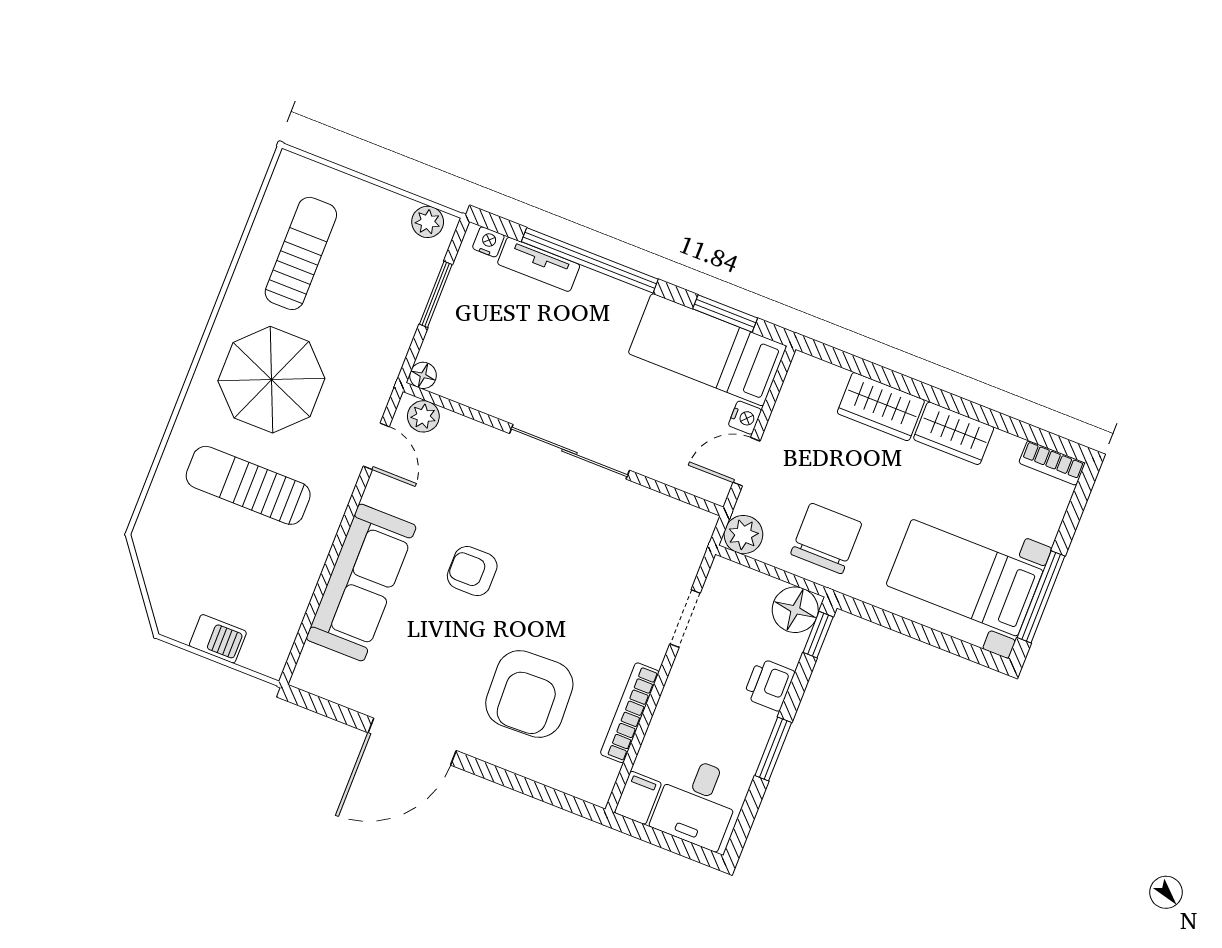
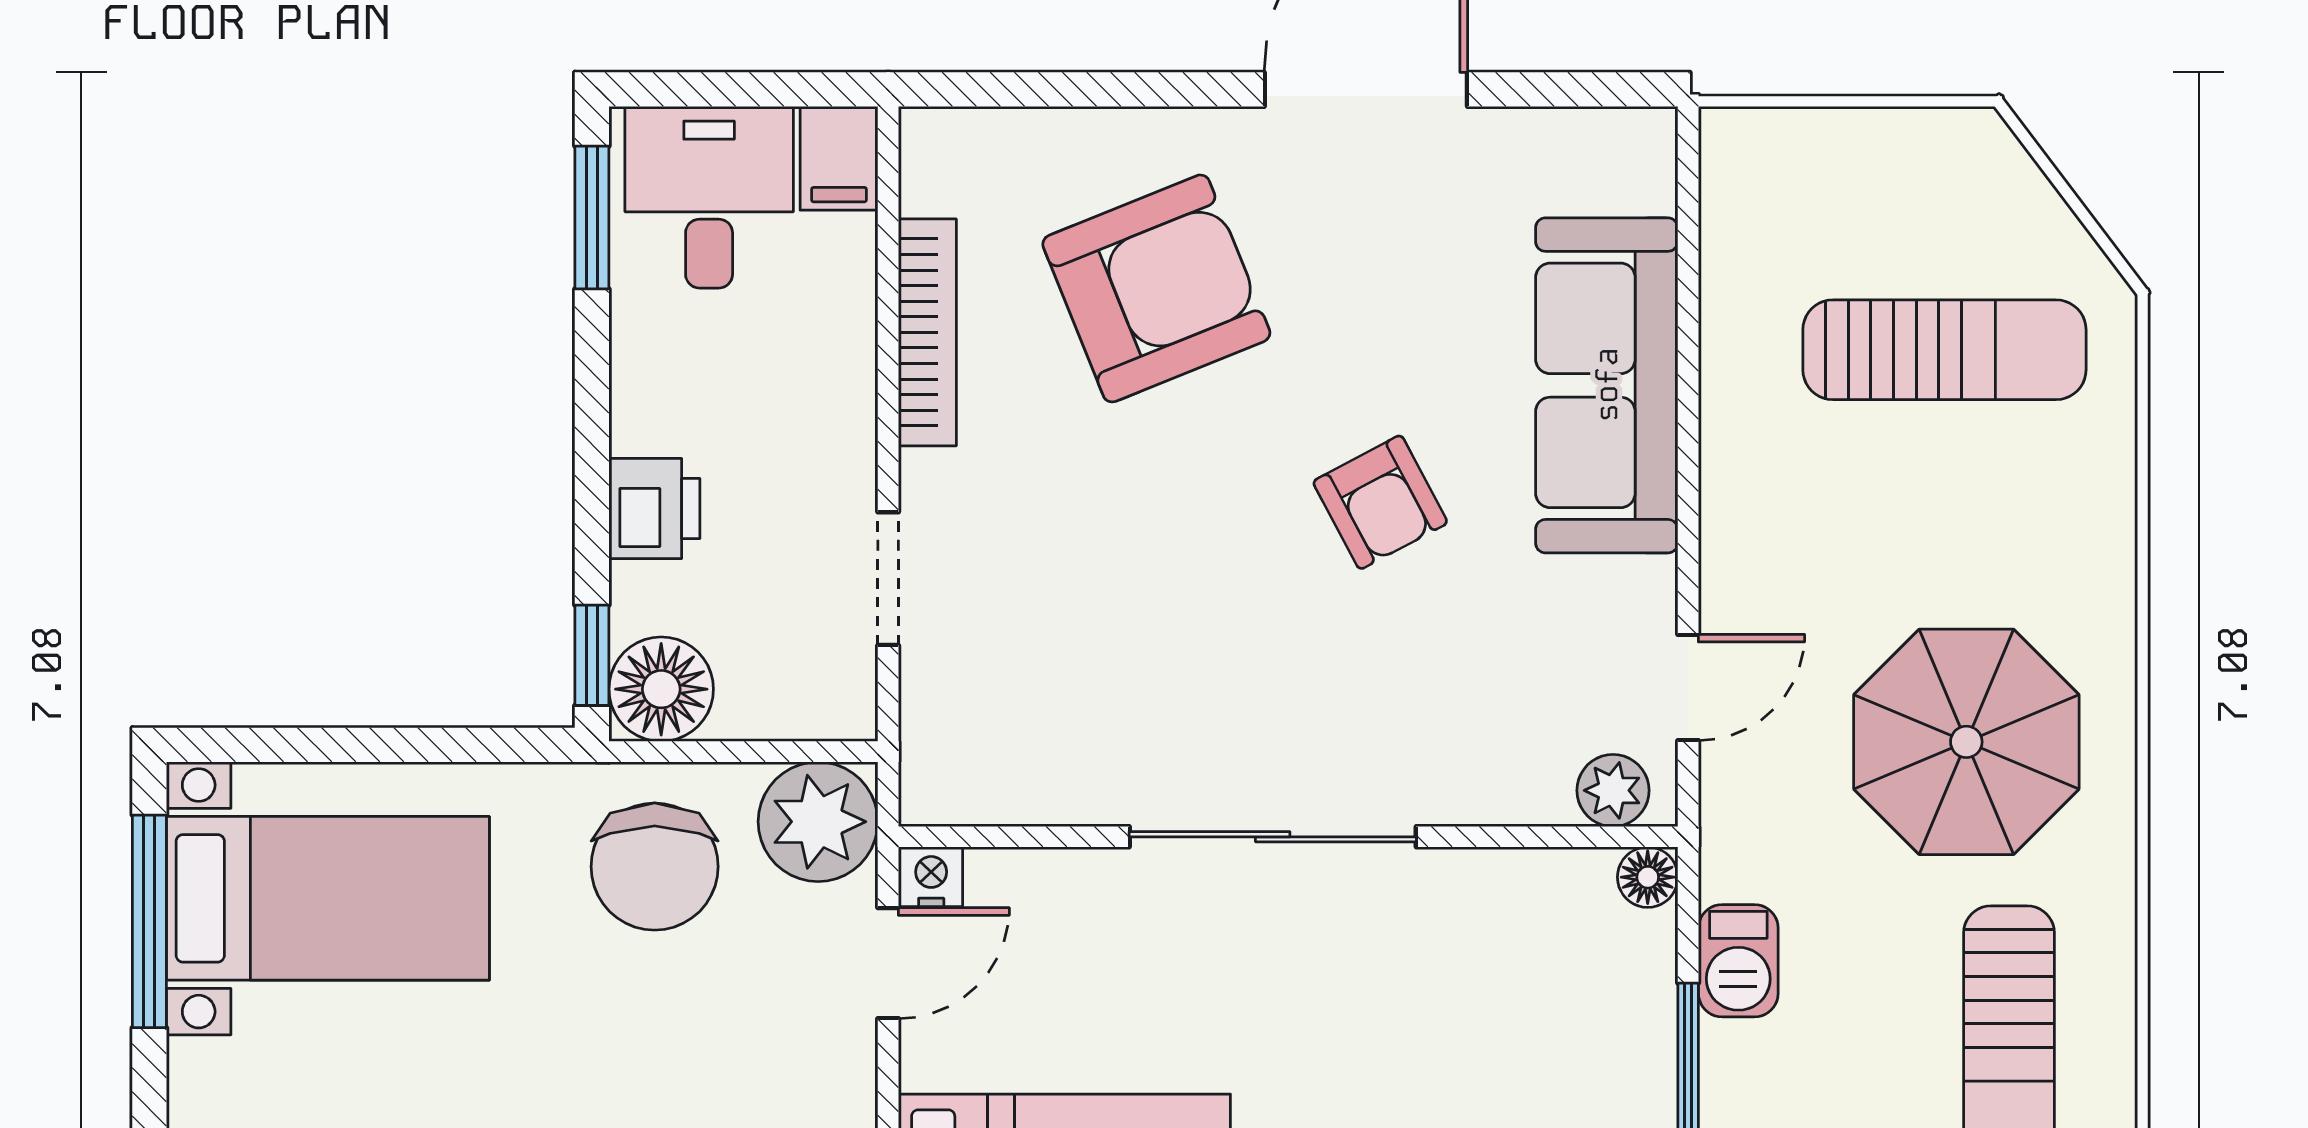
nightstand: (745, 418) -> (931, 877), moved, turned 90
door: (376, 446) -> (1688, 687), swing flipped
sun lounger: (248, 485) -> (1944, 350), moved
plant: (743, 535) -> (818, 822), width x1.36, depth x1.36
armchair: (472, 571) -> (1380, 502), turned 62
barbecue: (218, 639) -> (1738, 961), moved, turned -90
armchair: (529, 694) -> (1156, 288), turned 70
window: (773, 749) -> (592, 218), moved

